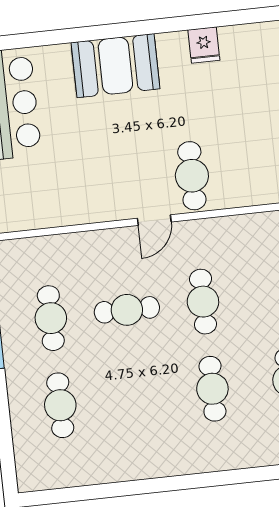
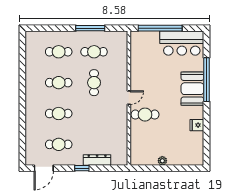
window: (89, 33) -> (207, 80), added
door: (154, 220) -> (129, 98), swing flipped
cafe table: (203, 302) -> (59, 83), moved

